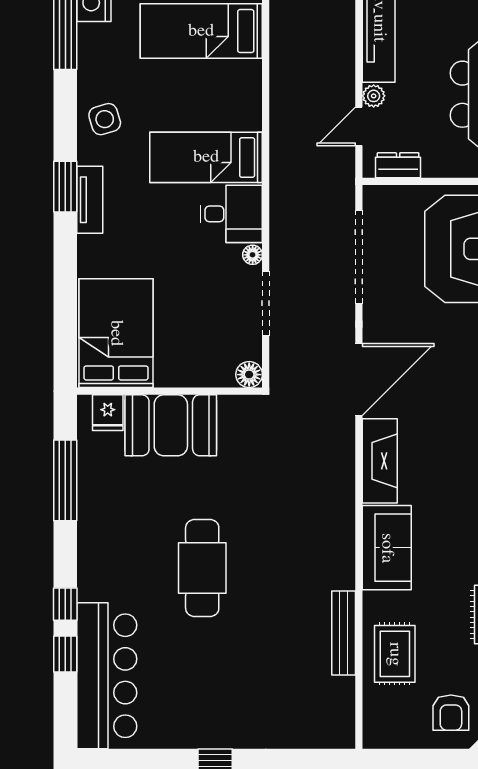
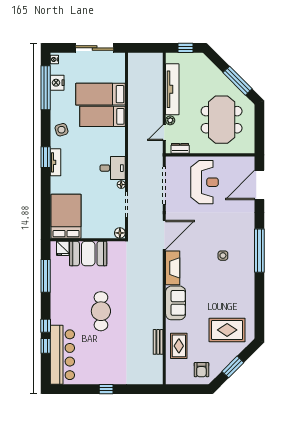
bed: (206, 157) -> (102, 116), moved
bench: (344, 633) -> (158, 342), width x0.73

